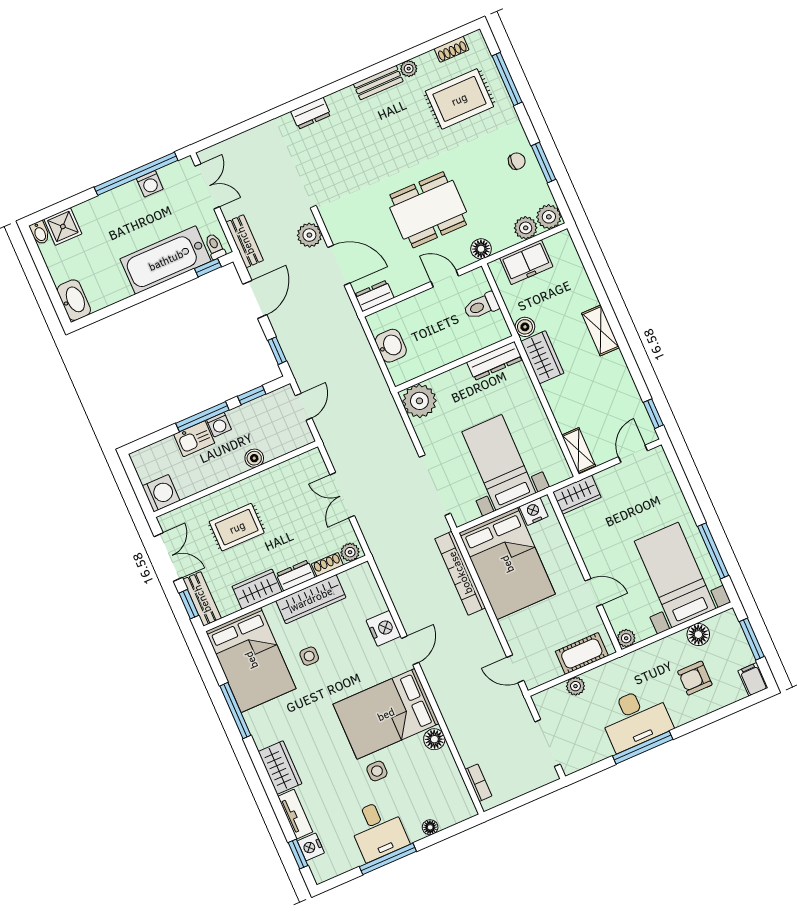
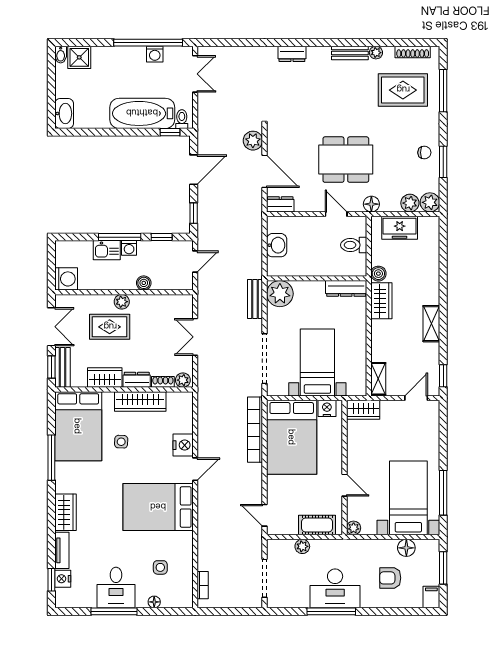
shoe rack: (452, 49) -> (413, 52), width x1.43
bench: (245, 241) -> (255, 299), moved
shelving: (601, 330) -> (431, 324), moved
plant: (238, 492) -> (122, 302), added
floor lamp: (434, 739) -> (185, 540), removed
side table: (377, 771) -> (160, 567), moved

